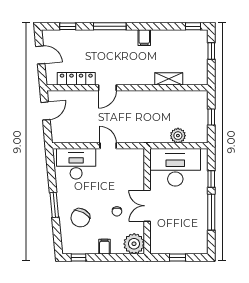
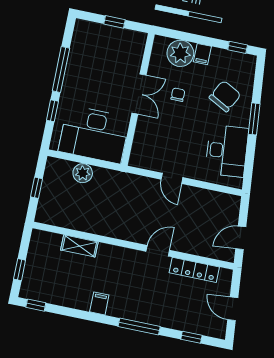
desk: (76, 164) -> (227, 151), moved, turned -95
plant: (134, 244) -> (180, 53), moved

